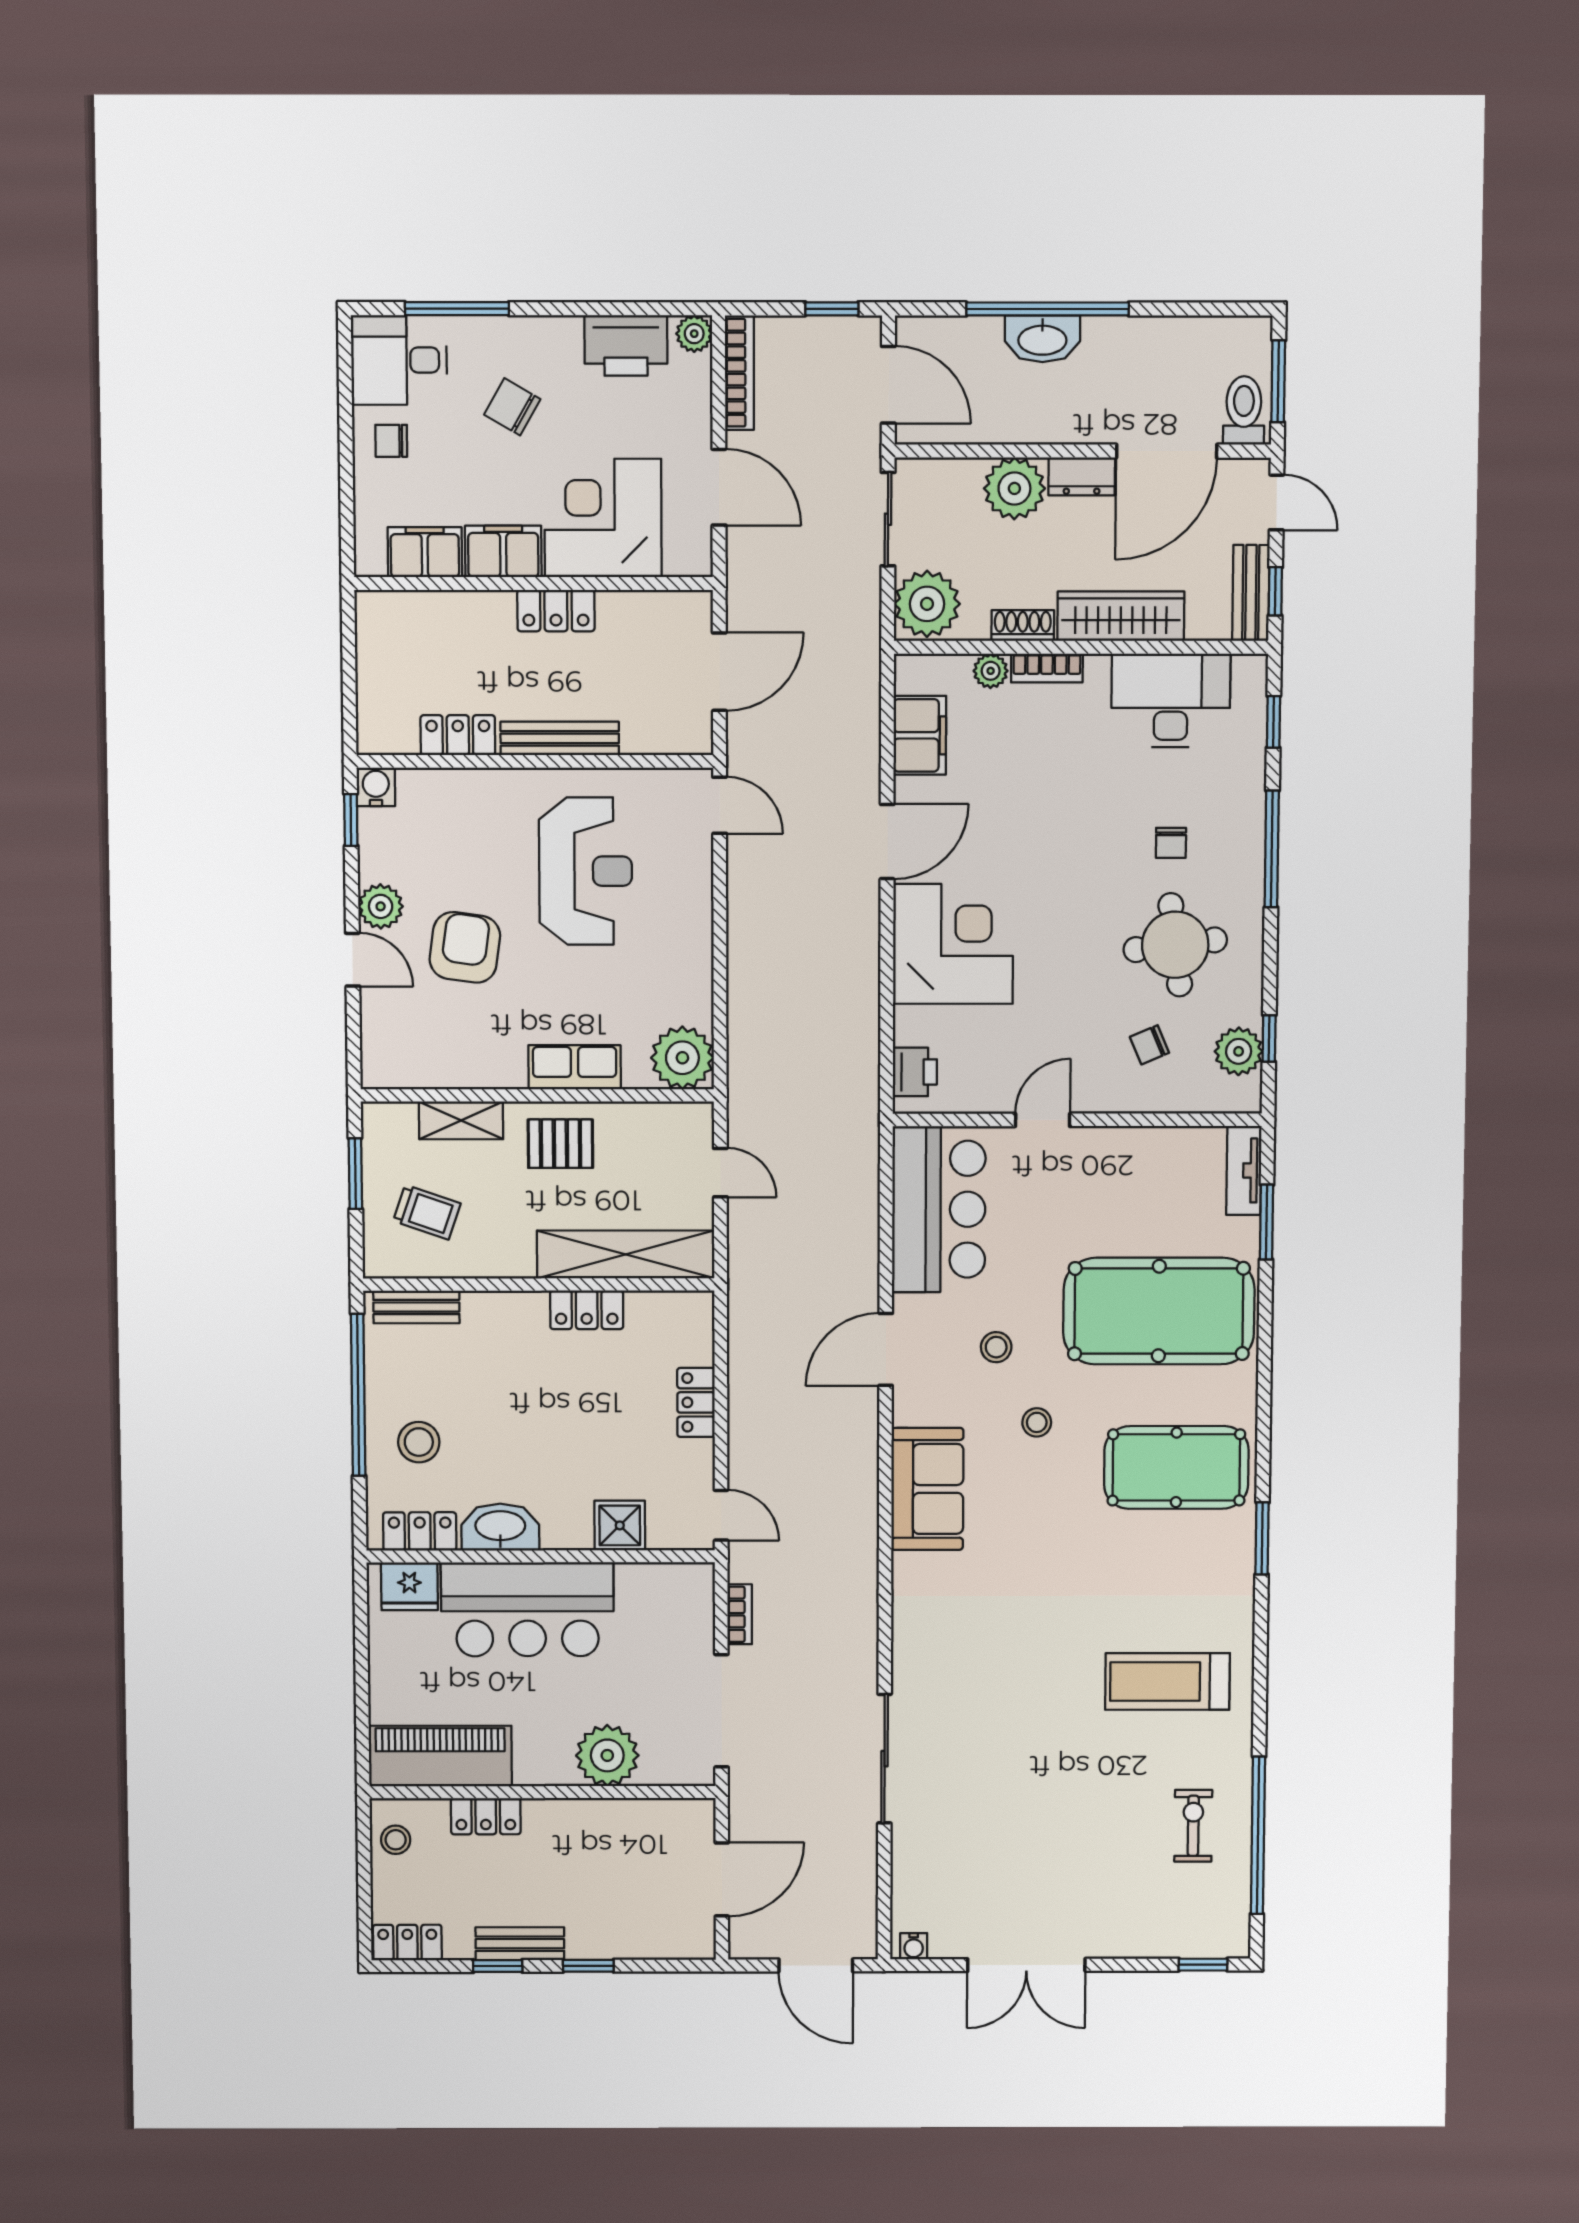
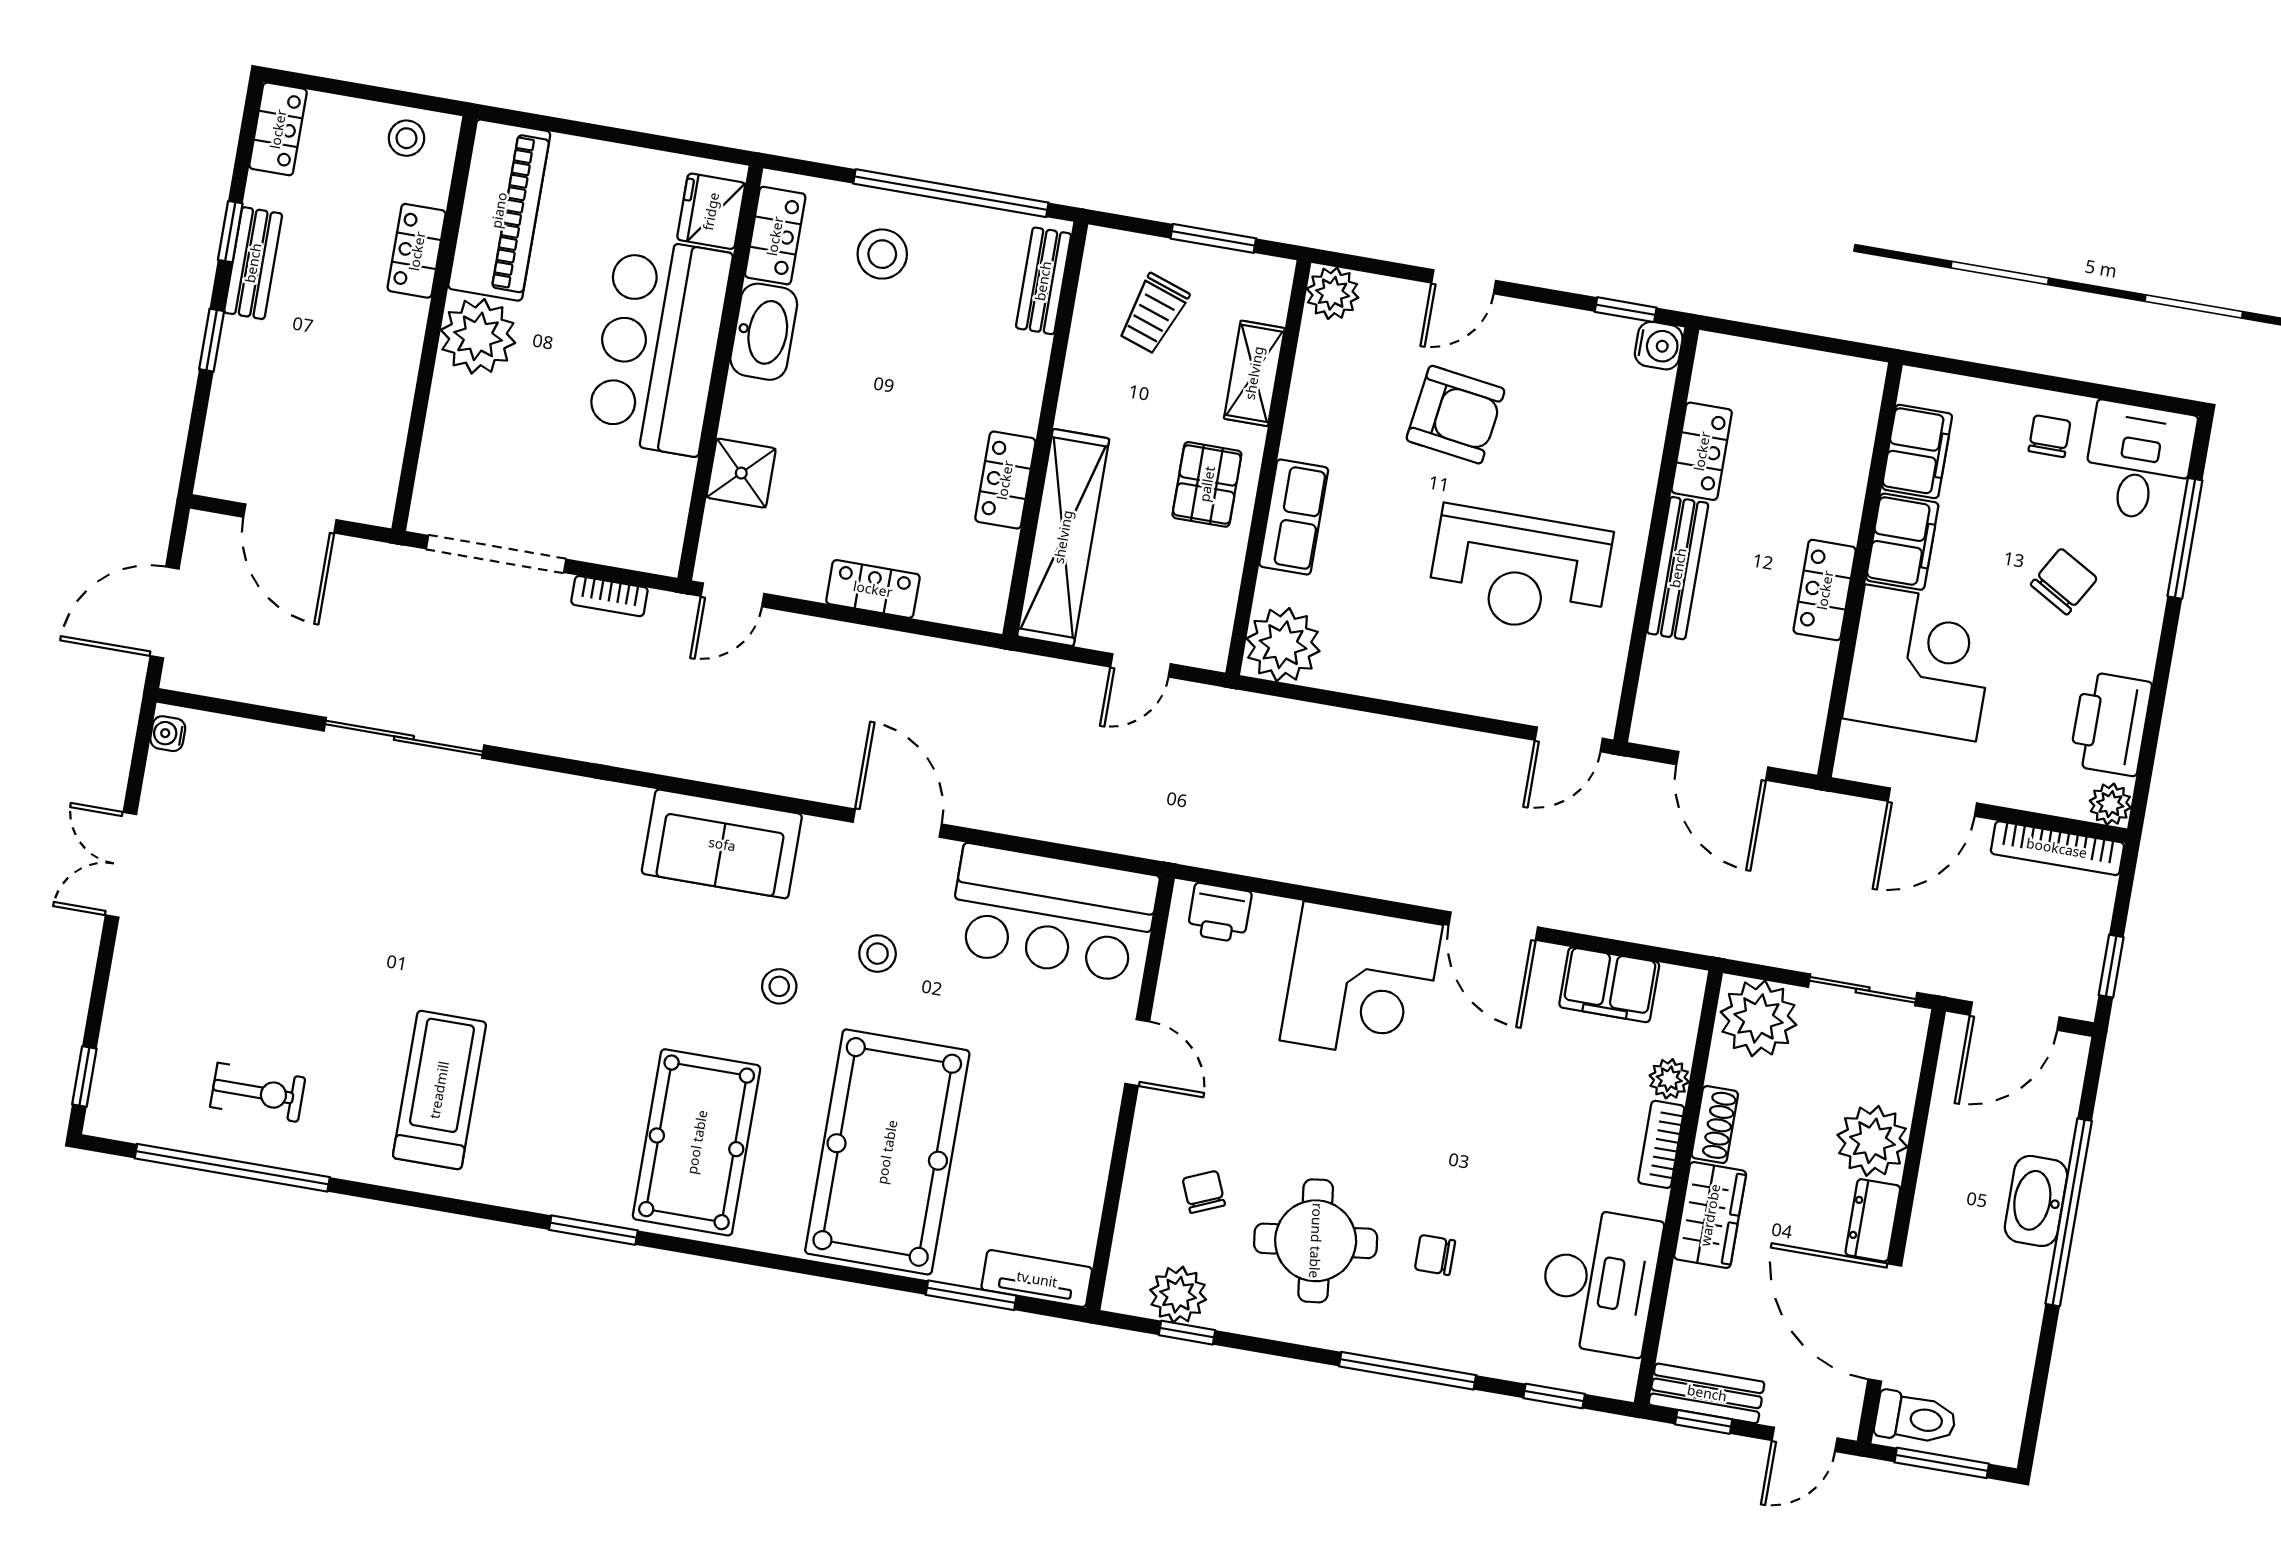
wardrobe: (1121, 616) -> (1710, 1215), width x0.67
plant: (381, 906) -> (1333, 293), moved
plant: (607, 1755) -> (478, 336), moved
double door: (1026, 1965) -> (121, 865), width x0.73

